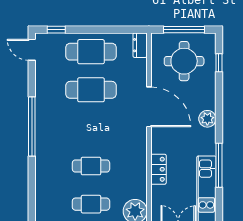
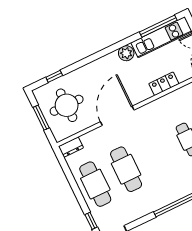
window: (184, 30) -> (41, 118), width x0.69
plant: (207, 119) -> (126, 53), moved
window: (219, 165) -> (158, 26), moved

